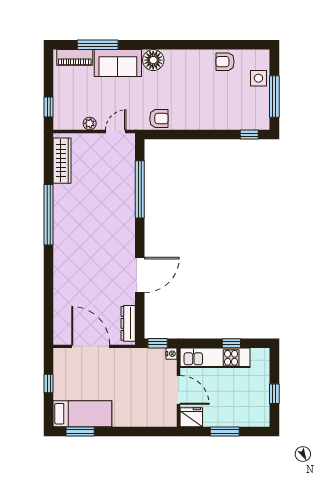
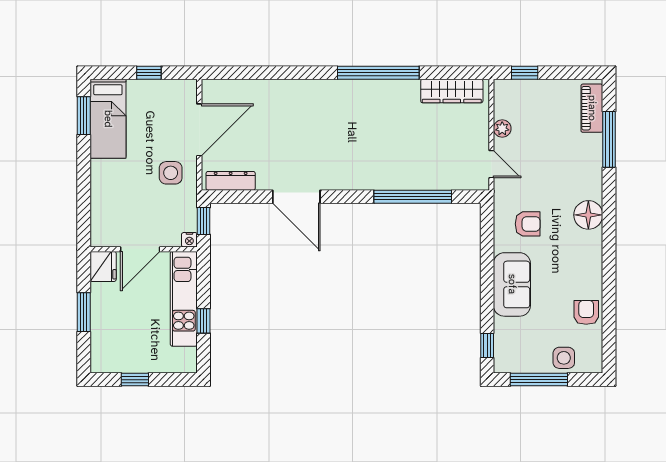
sofa: (118, 63) -> (512, 284), moved, turned 180
armchair: (159, 119) -> (528, 224), moved, turned -90
side table: (122, 367) -> (171, 173), added

